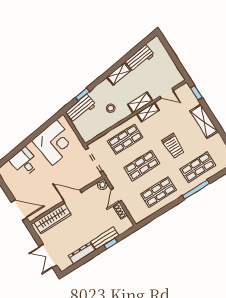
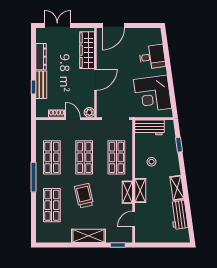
workbench: (81, 108) -> (149, 127), moved, turned -82
trolley: (173, 146) -> (84, 196), turned 77
window: (196, 190) -> (33, 177), moved

